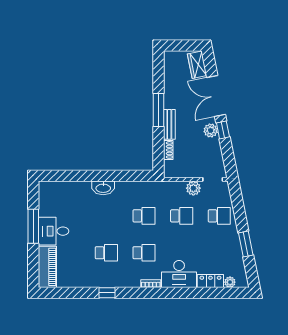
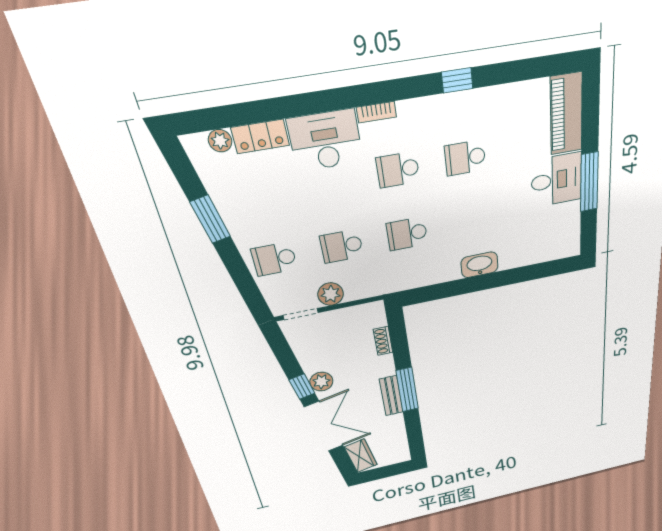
bench: (169, 124) -> (391, 396), moved

